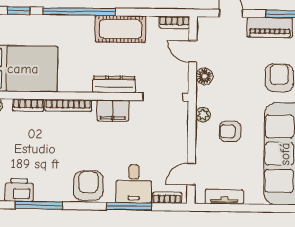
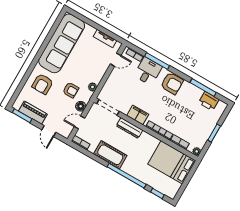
door: (193, 52) -> (80, 122), swing flipped
armchair: (230, 131) -> (71, 90), moved
armchair: (88, 186) -> (172, 83), turned -90

